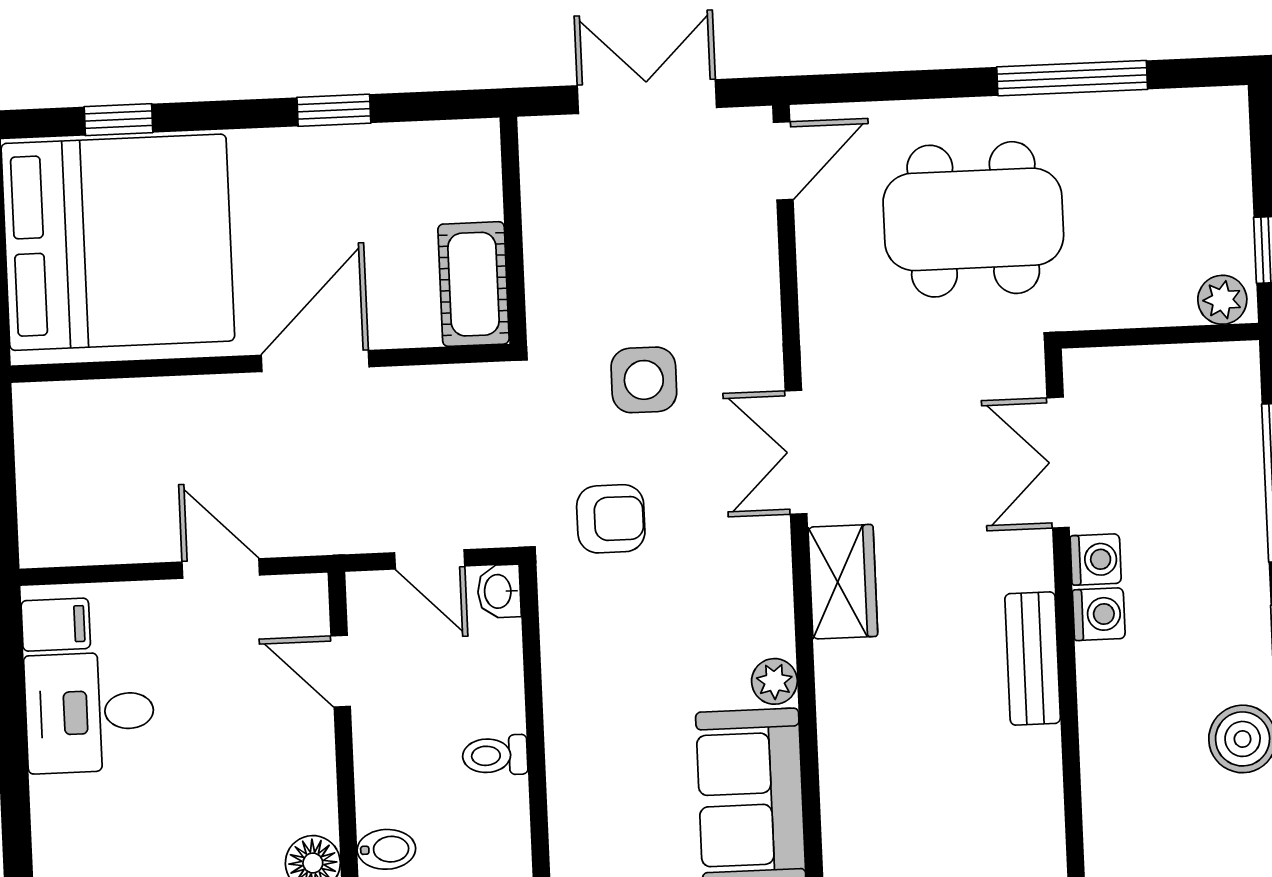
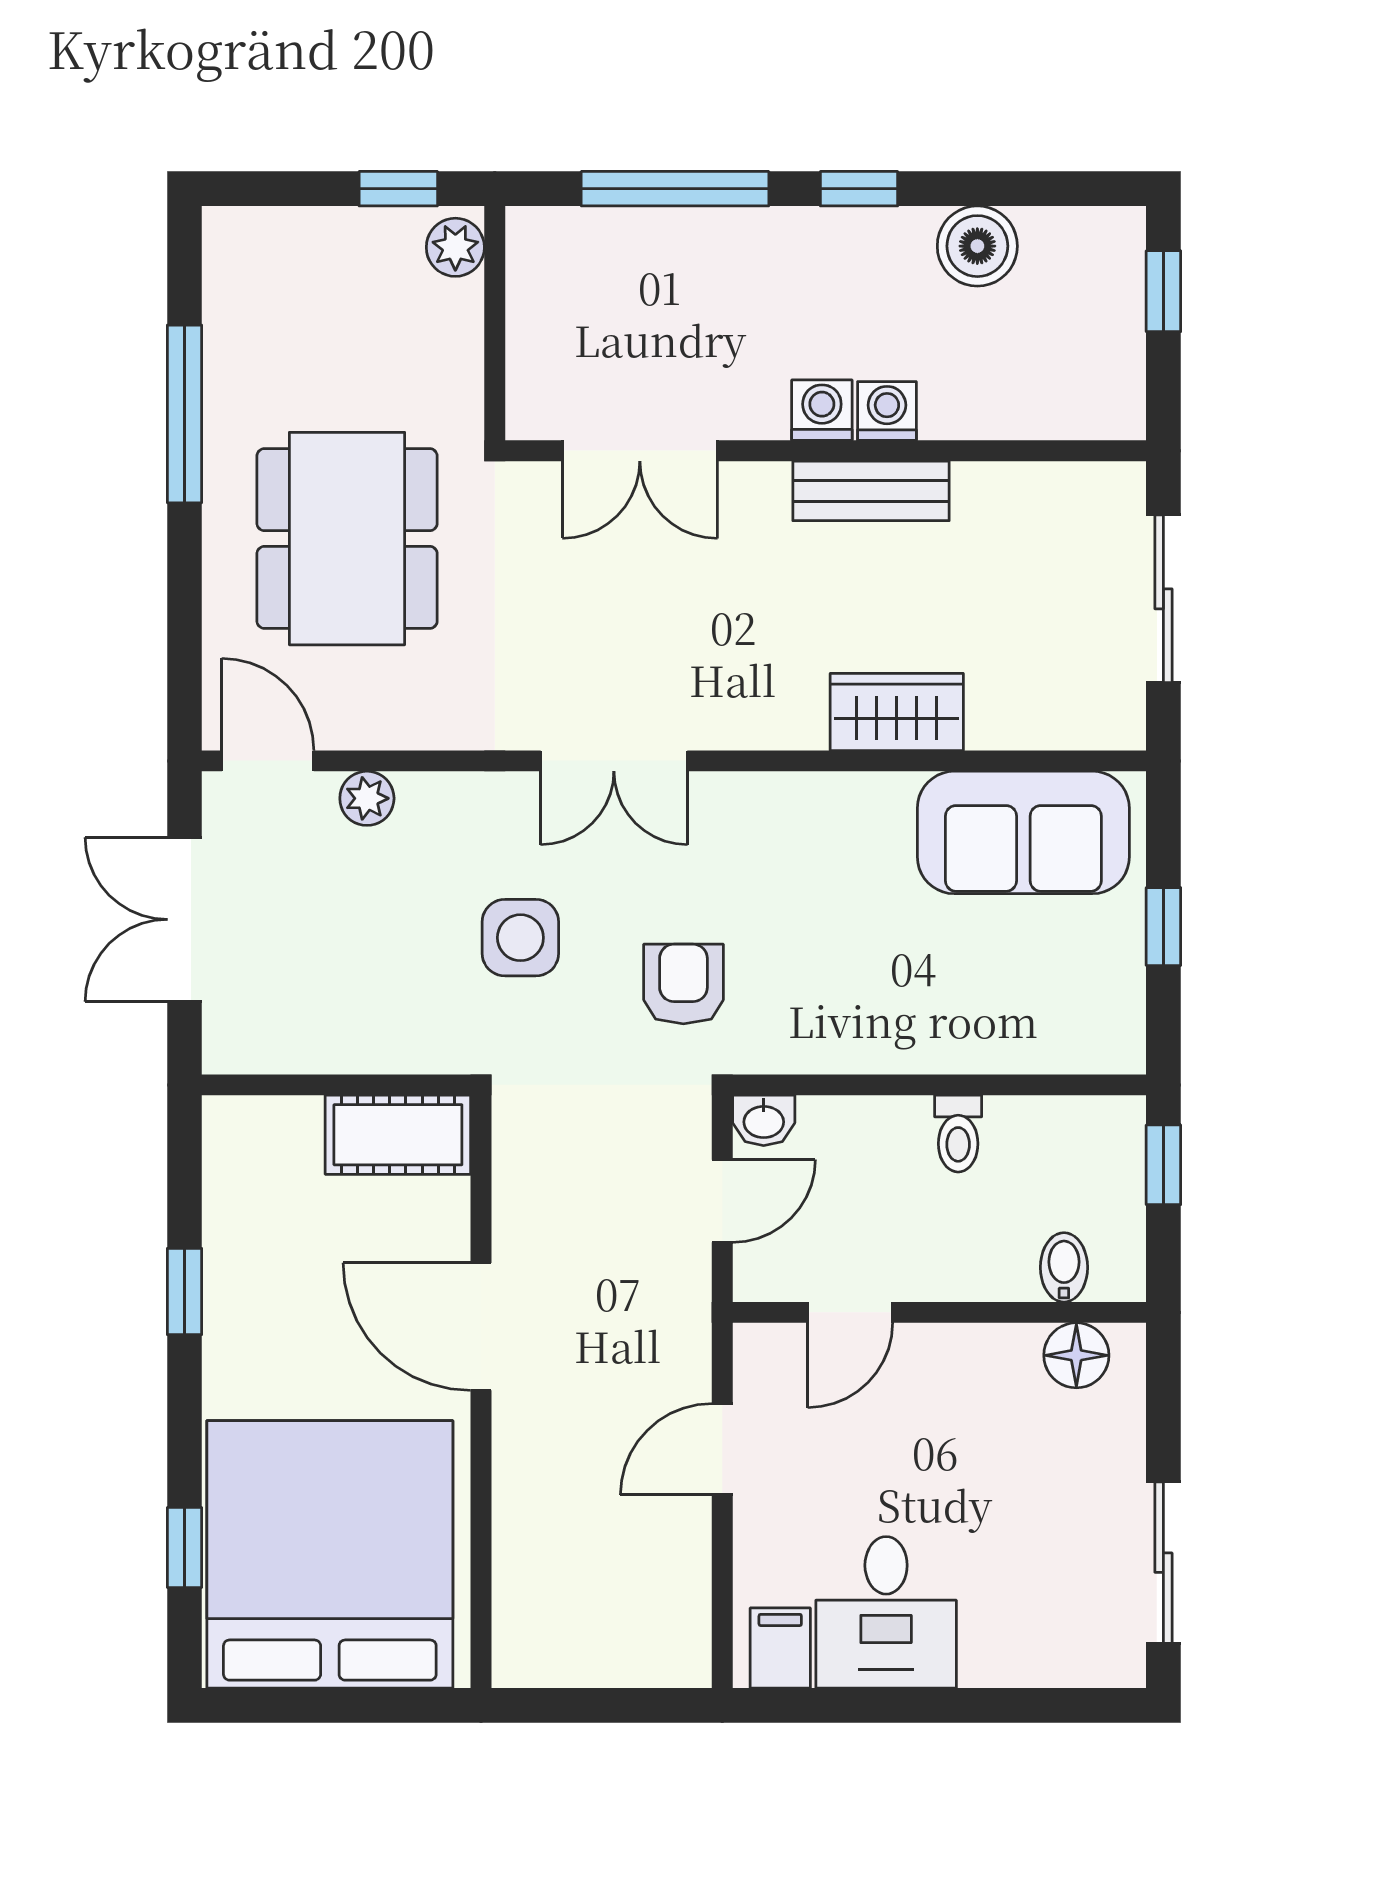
washing machine: (1096, 559) -> (887, 411), moved
wardrobe: (843, 582) -> (897, 712), moved
plant: (774, 681) -> (367, 798), moved

